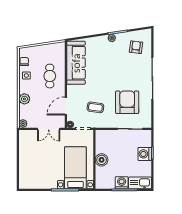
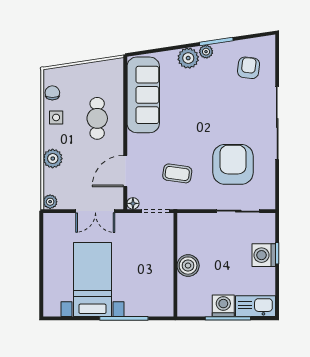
plant: (102, 42) -> (188, 58), added
bed with nightstands: (75, 168) -> (92, 279), moved

